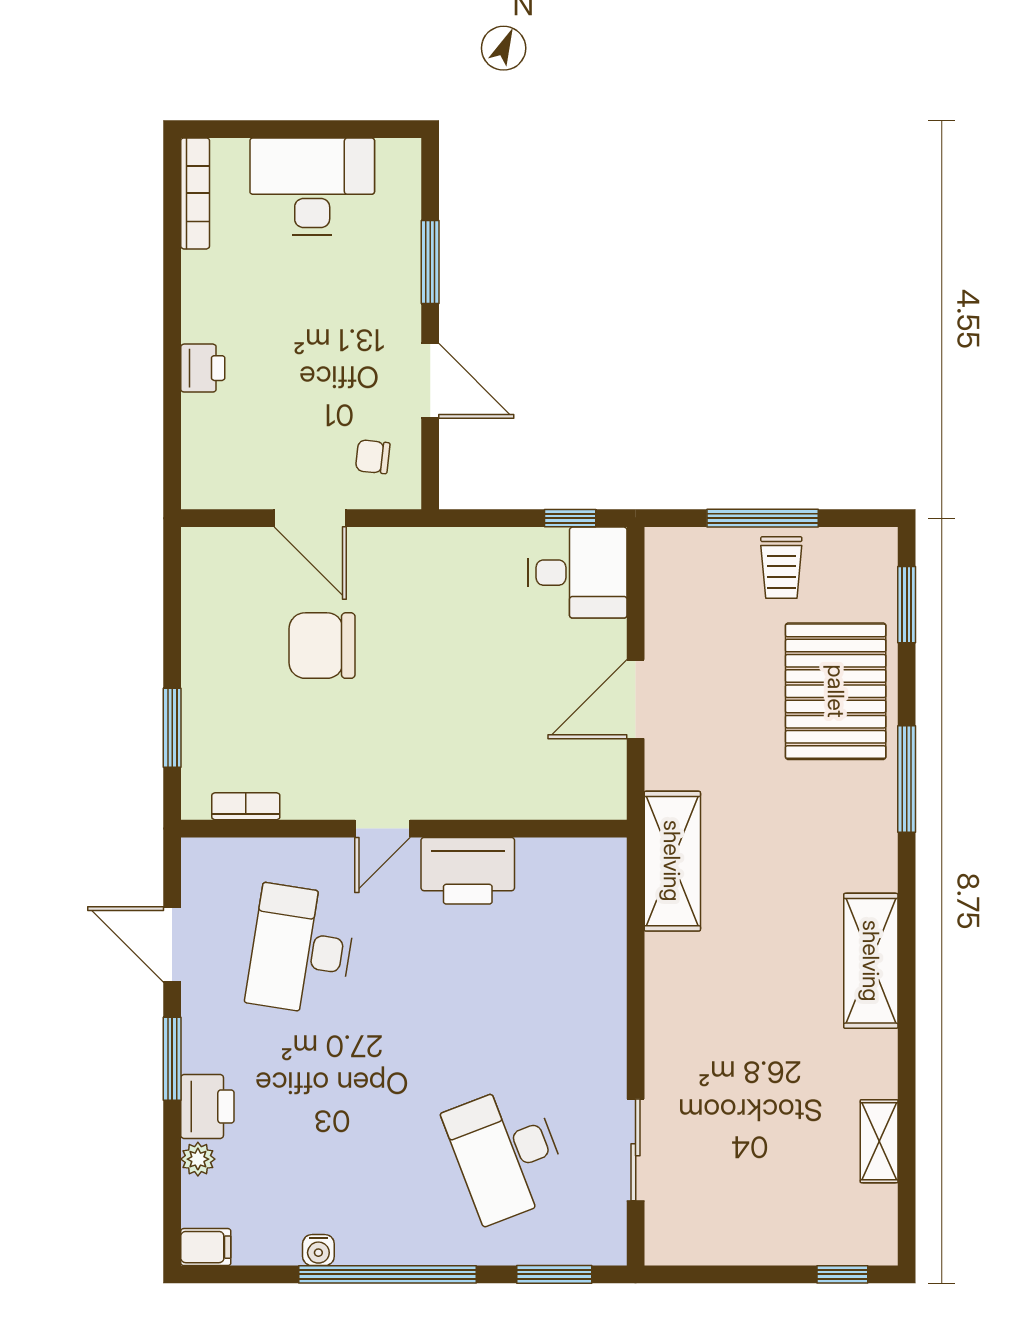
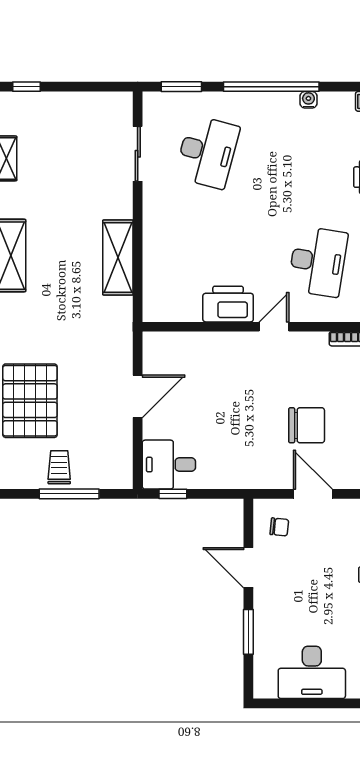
shelving: (672, 861) -> (118, 257), moved
desk: (507, 1153) -> (207, 152), turned 36

